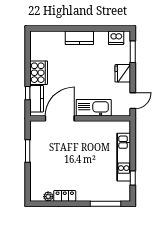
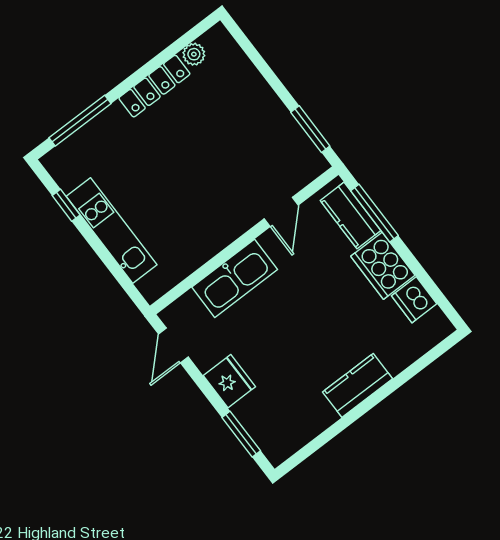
dishwasher: (116, 38) -> (414, 300), moved, turned -90
window: (28, 93) -> (374, 213), width x2.17
door: (60, 118) -> (281, 212), width x0.53
window: (28, 151) -> (310, 129), moved
locker: (65, 196) -> (154, 86), width x1.53

